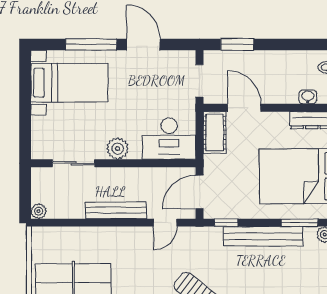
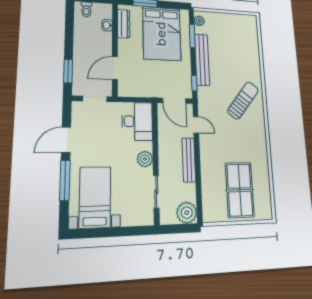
cot: (215, 132) -> (133, 89), removed
plant: (39, 211) -> (187, 213), width x1.88, depth x1.88

